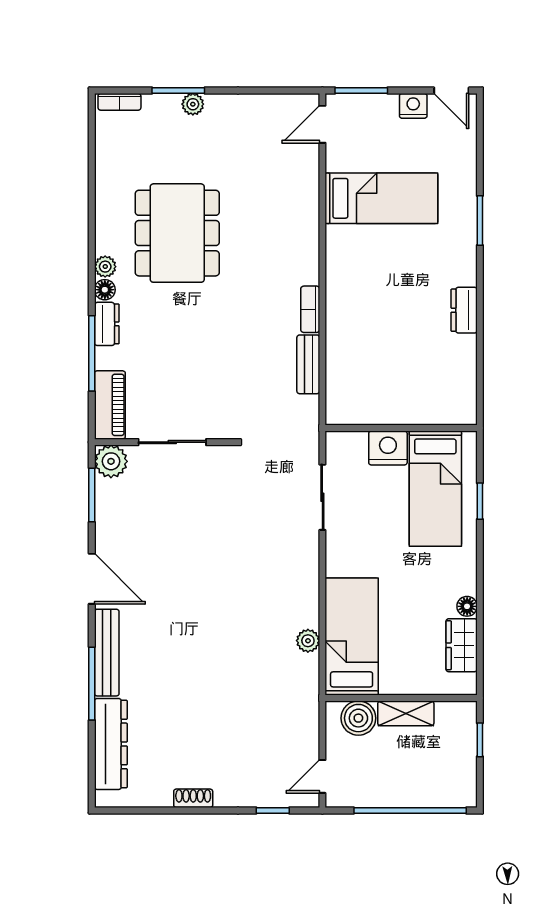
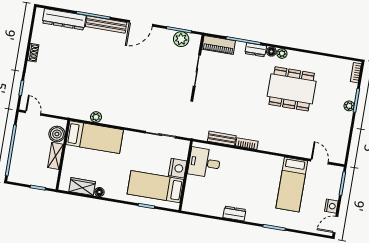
door: (322, 124) -> (320, 162), moved
desk: (366, 393) -> (204, 163), added
plant: (111, 461) -> (181, 39), moved

